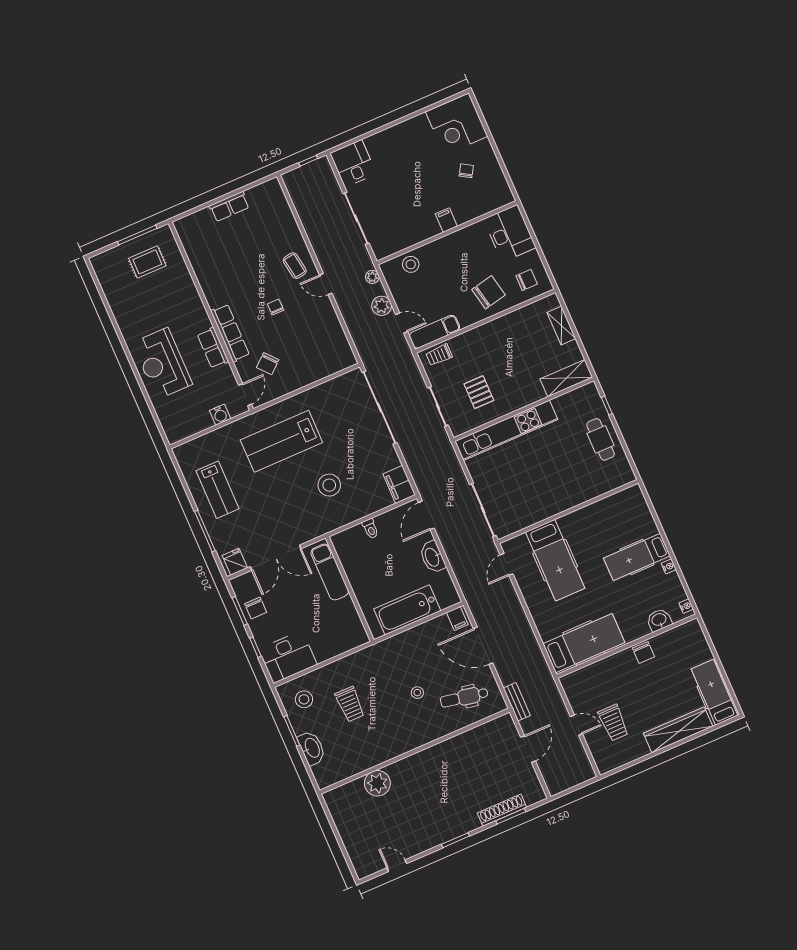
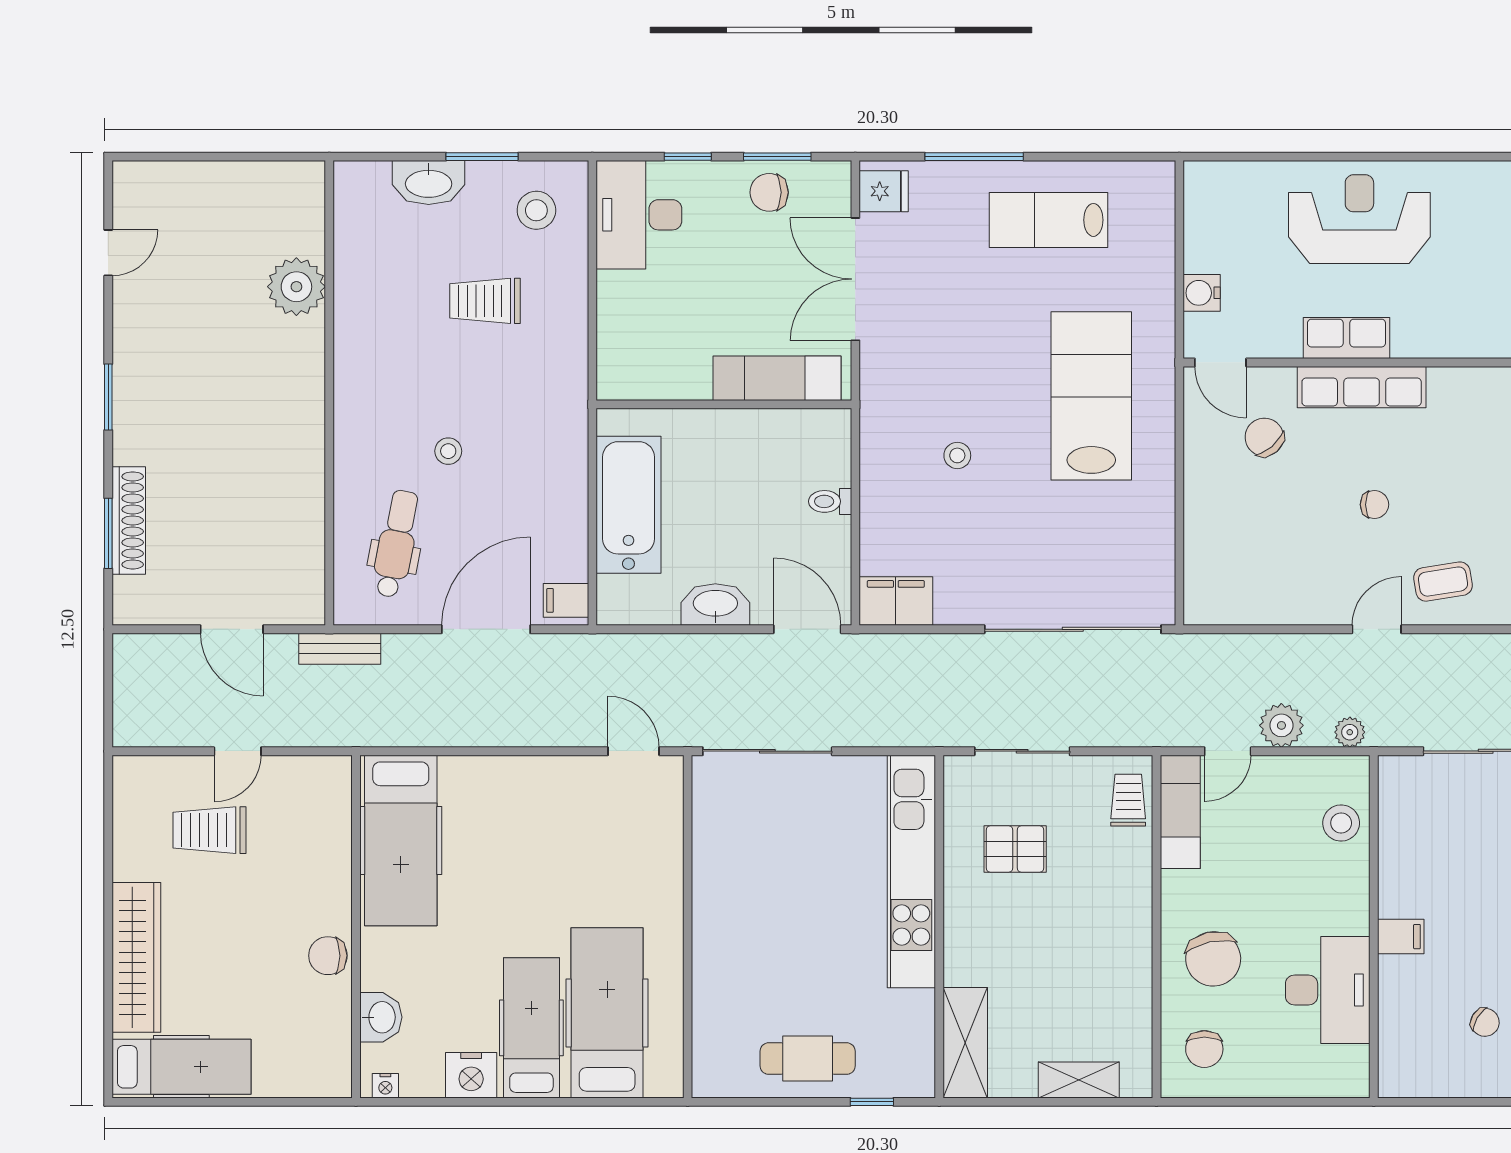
desk: (510, 233) -> (1328, 990), moved, turned -90
stool: (329, 485) -> (957, 455), width x0.53, depth x0.53
hospital bed: (555, 560) -> (607, 1013), moved, turned 90
nightstand: (669, 566) -> (471, 1075), width x1.89, depth x1.79

